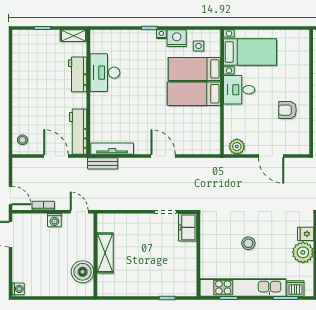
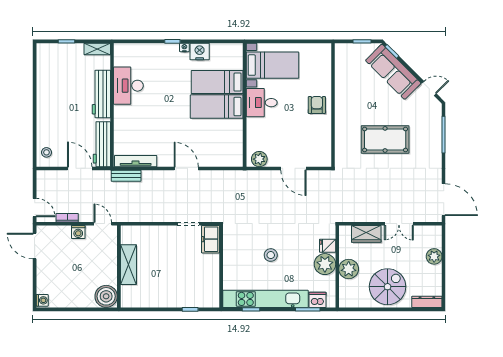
side table: (199, 46) -> (221, 59), removed
workbench: (78, 74) -> (101, 94), width x1.38
armchair: (287, 110) -> (317, 105), moved, turned 90
boiler: (83, 272) -> (106, 296), moved

